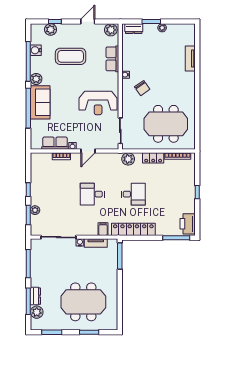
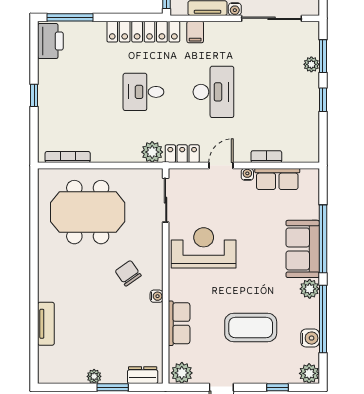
plant: (51, 29) -> (309, 373), moved
locker: (153, 158) -> (182, 154), moved
desk: (92, 194) -> (213, 92), width x1.37

